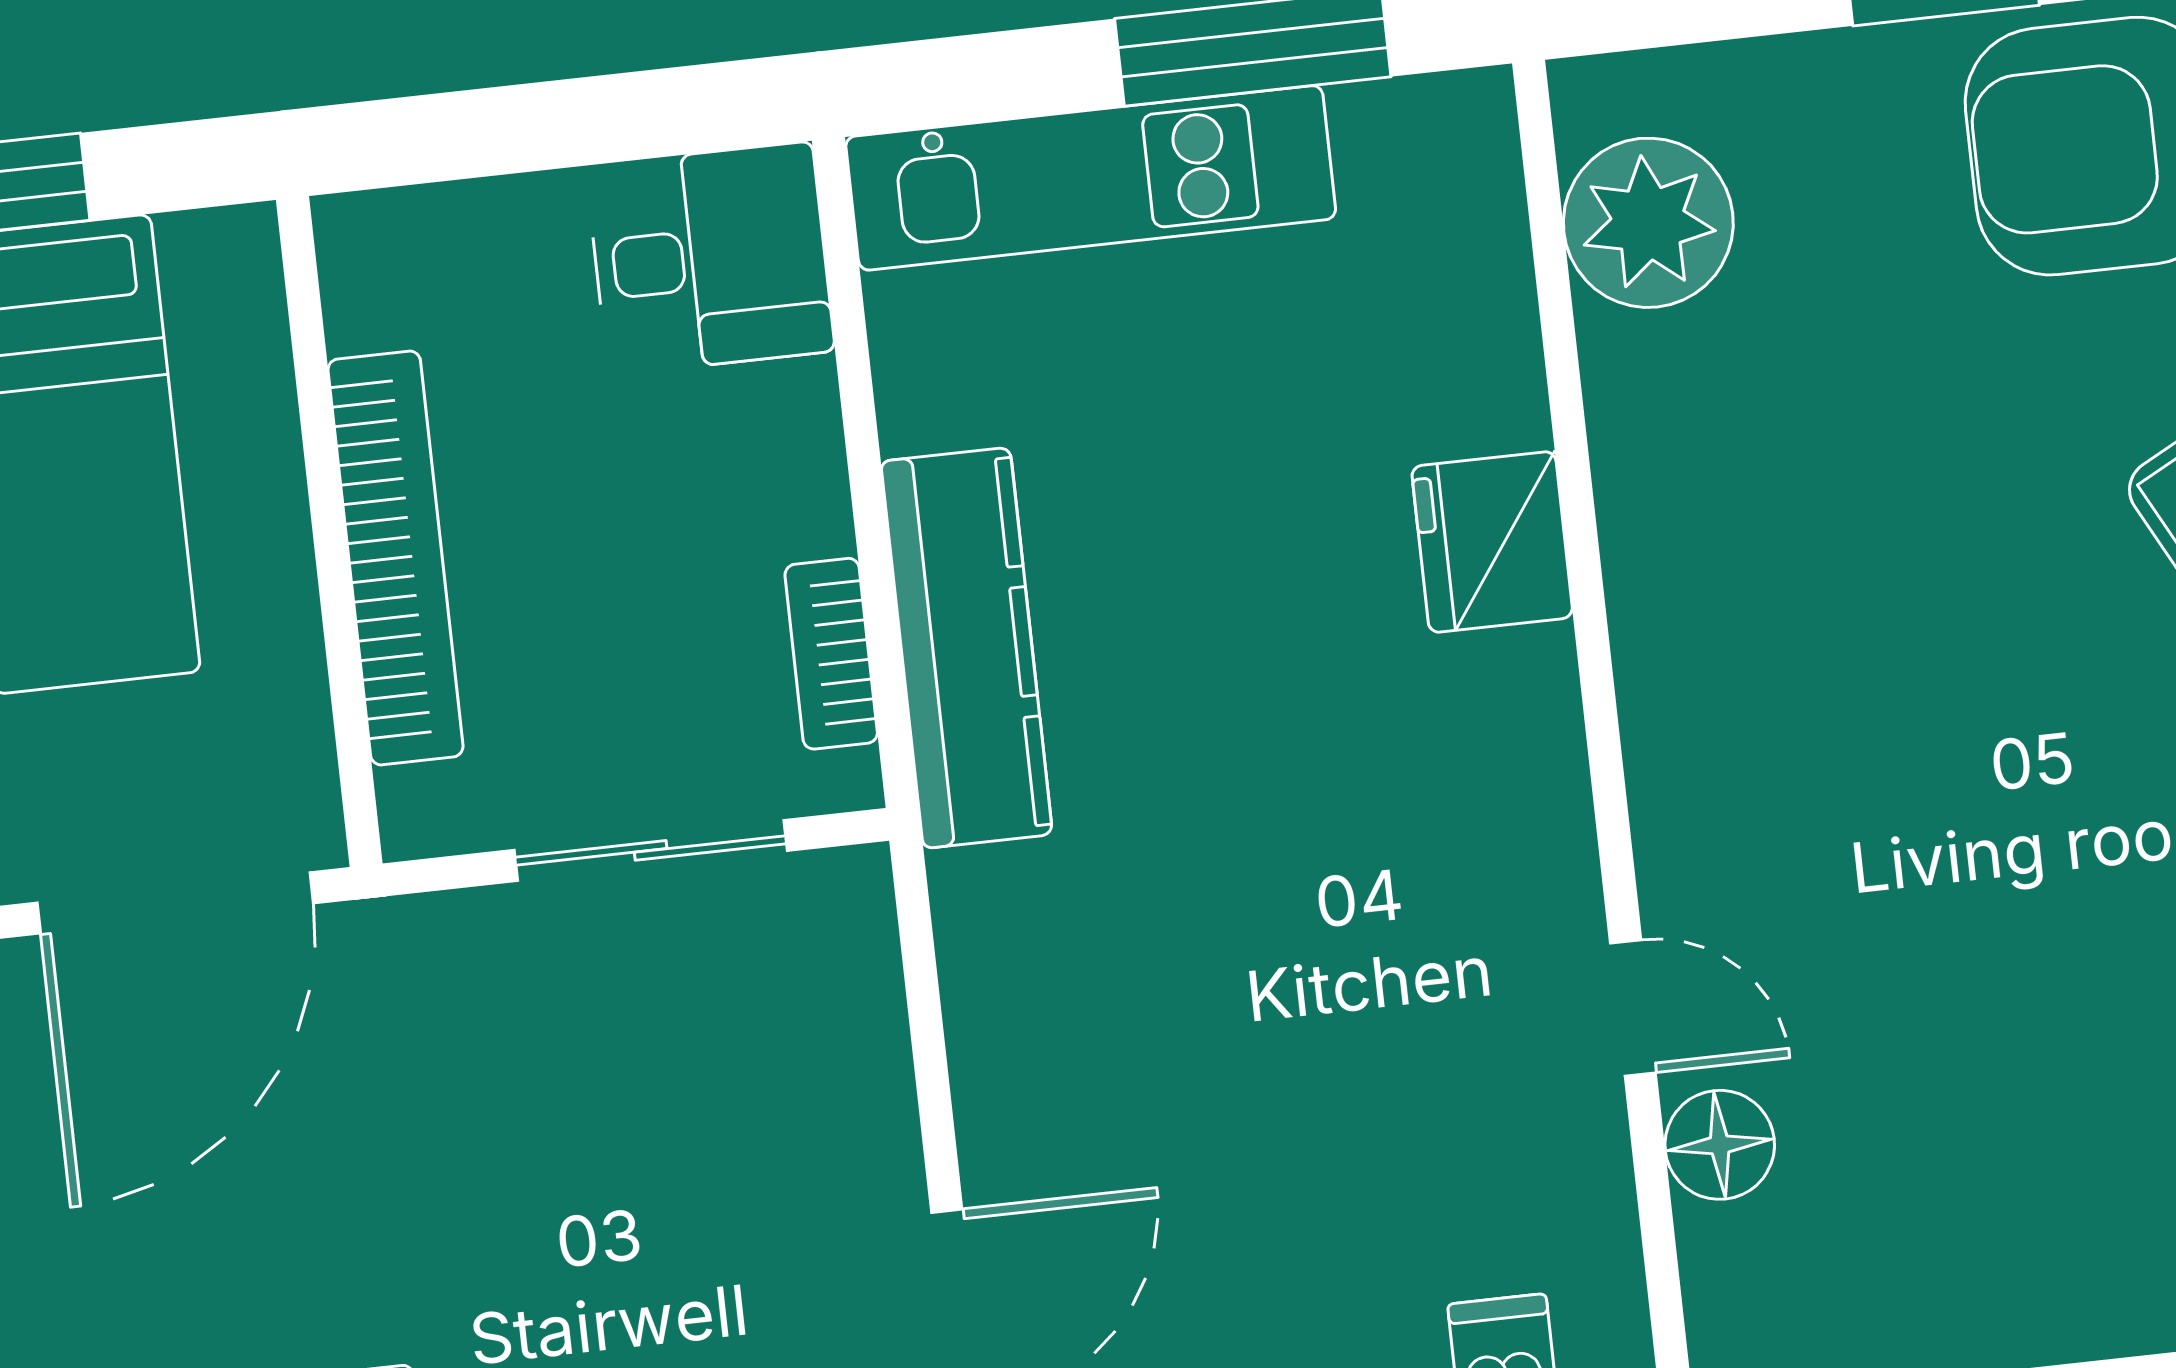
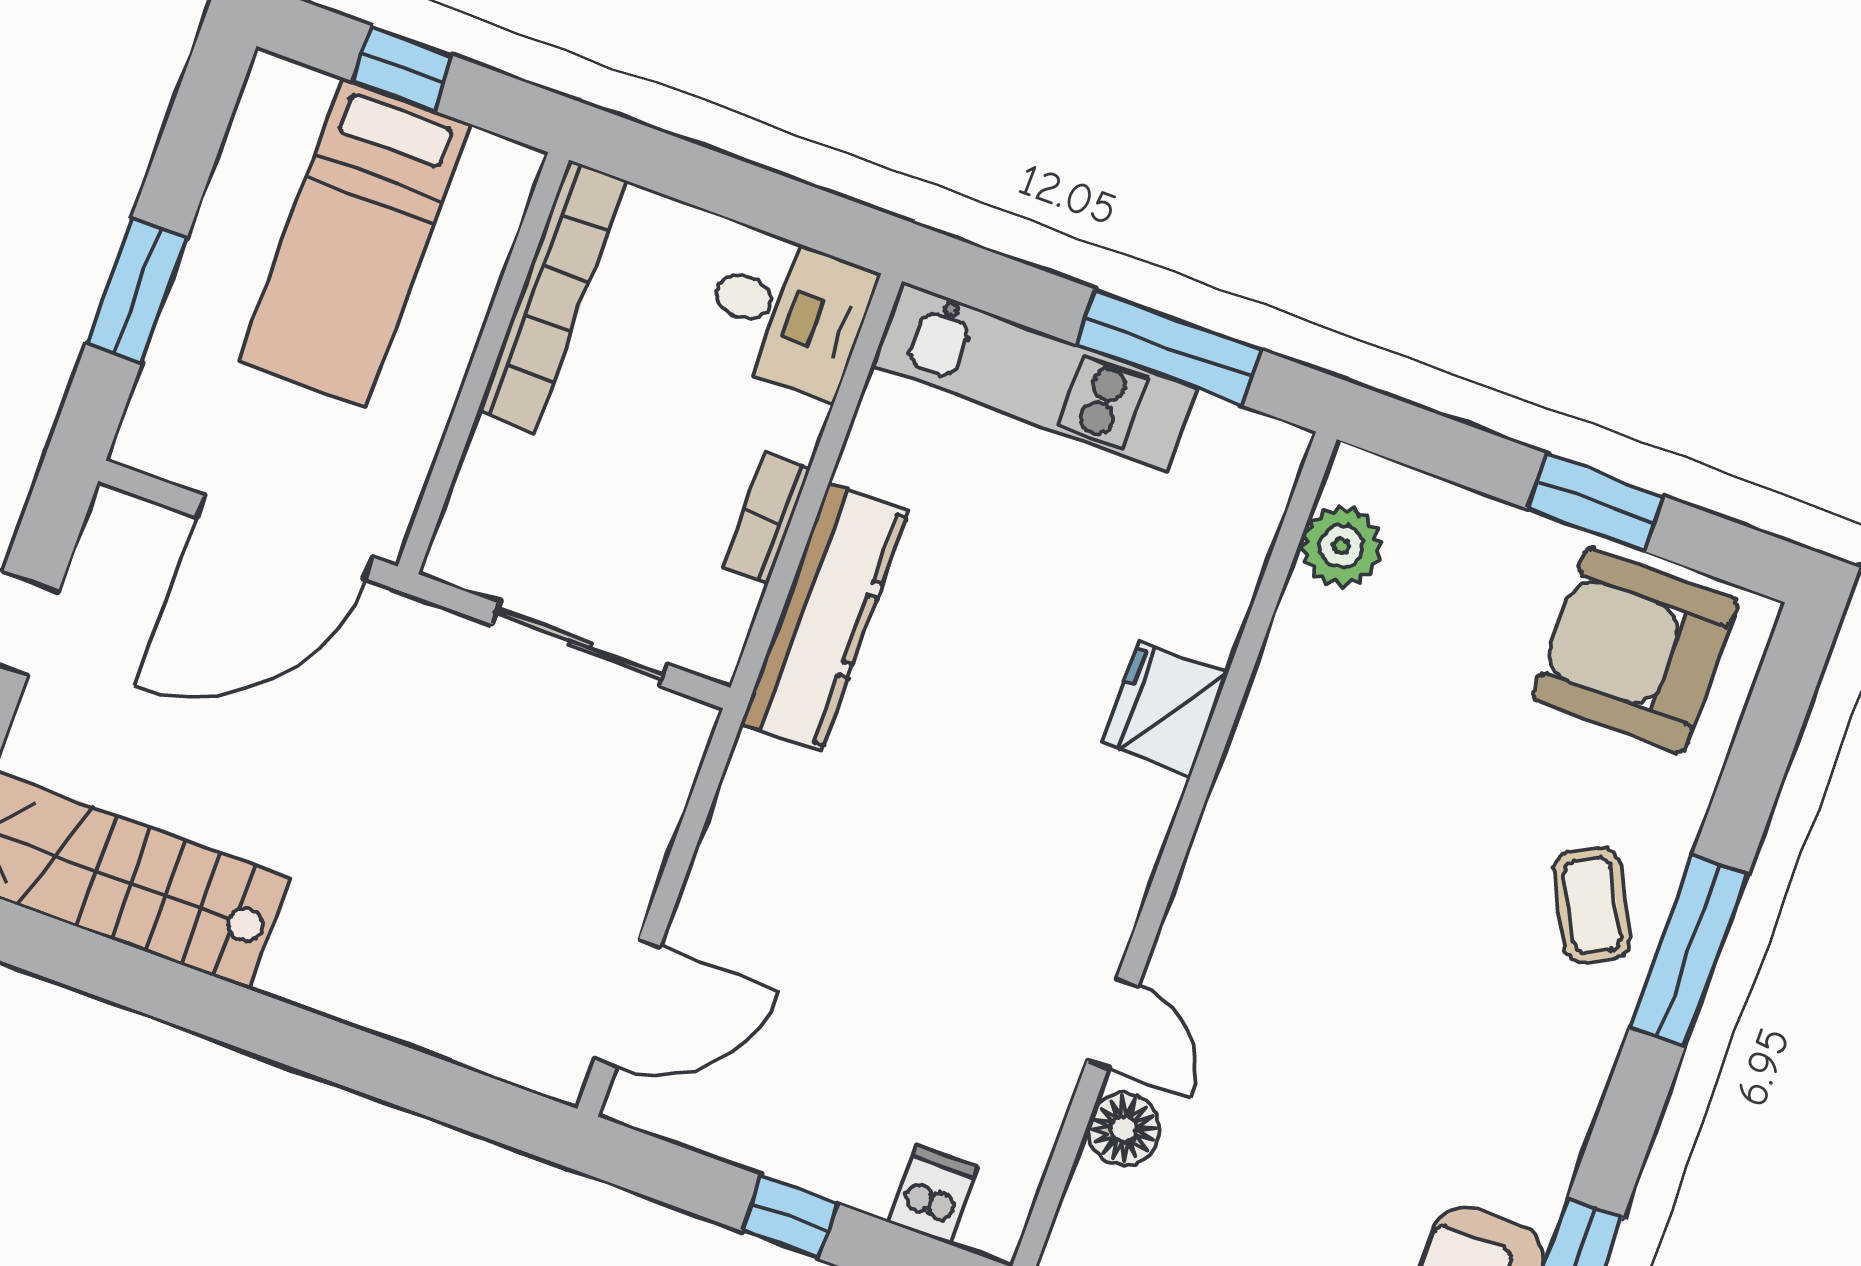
plant: (1648, 223) -> (1341, 546), width x0.73, depth x0.73
bookcase: (395, 558) -> (552, 296), moved
bookcase: (831, 654) -> (767, 518), moved

